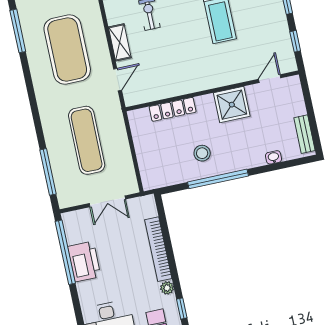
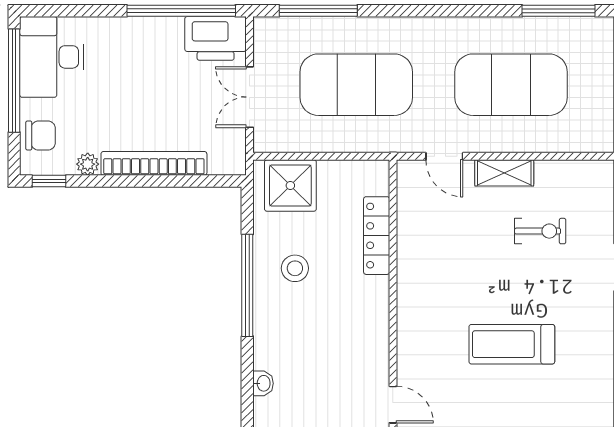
shower: (232, 105) -> (290, 185), moved
exercise mat: (87, 140) -> (356, 85), width x1.47
printer: (84, 262) -> (216, 38), moved

